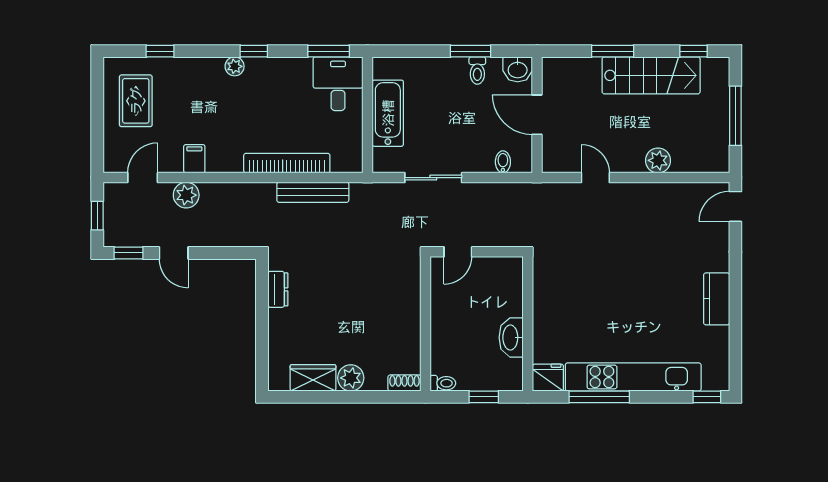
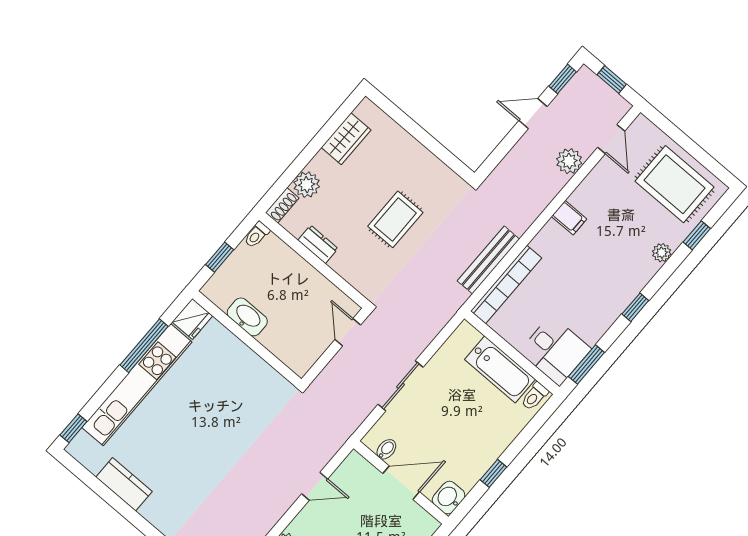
window: (471, 51) -> (493, 473), width x0.67
plant: (235, 66) -> (662, 253), moved
toilet: (477, 71) -> (534, 396), moved, turned -90
rug: (136, 101) -> (675, 184), width x1.36, depth x1.43
filing cabinet: (194, 159) -> (569, 218), moved
bidet: (503, 162) -> (386, 449), moved, turned -90
bookcase: (287, 163) -> (506, 284), moved
sliding door: (433, 178) -> (401, 386), moved
dresser: (278, 289) -> (318, 244), moved, turned 180
rug: (342, 289) -> (395, 219), added
kitchen counter: (717, 299) -> (124, 484), moved
plant: (351, 378) -> (307, 185), moved

